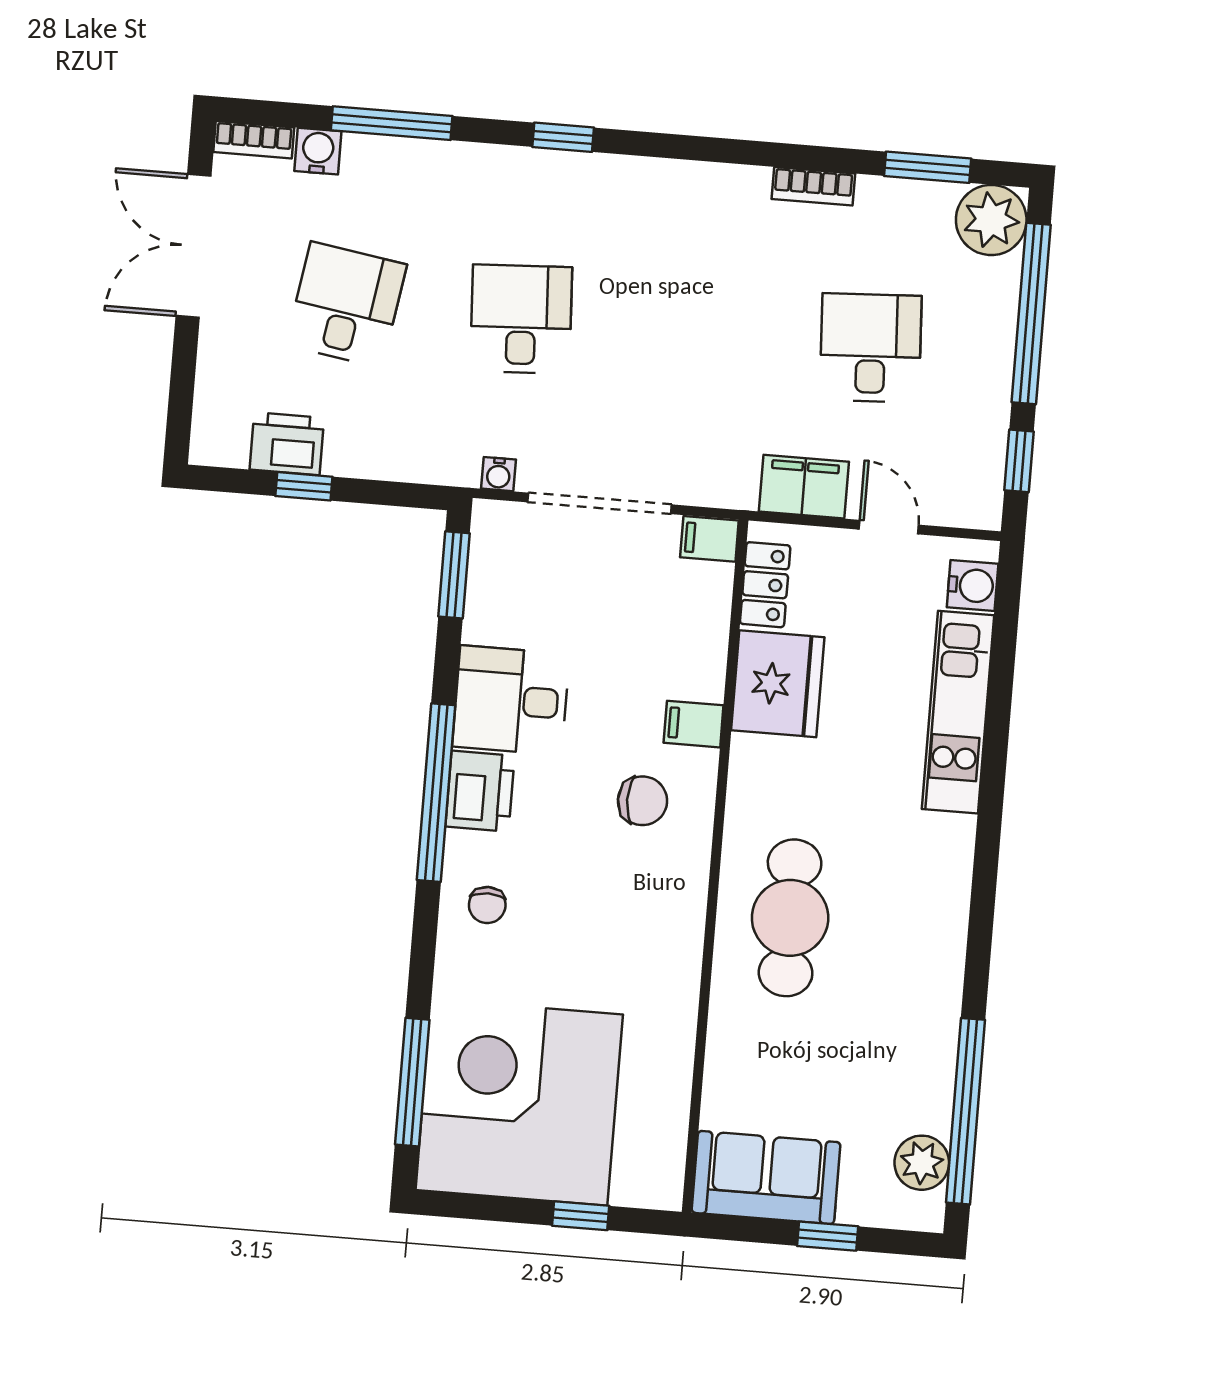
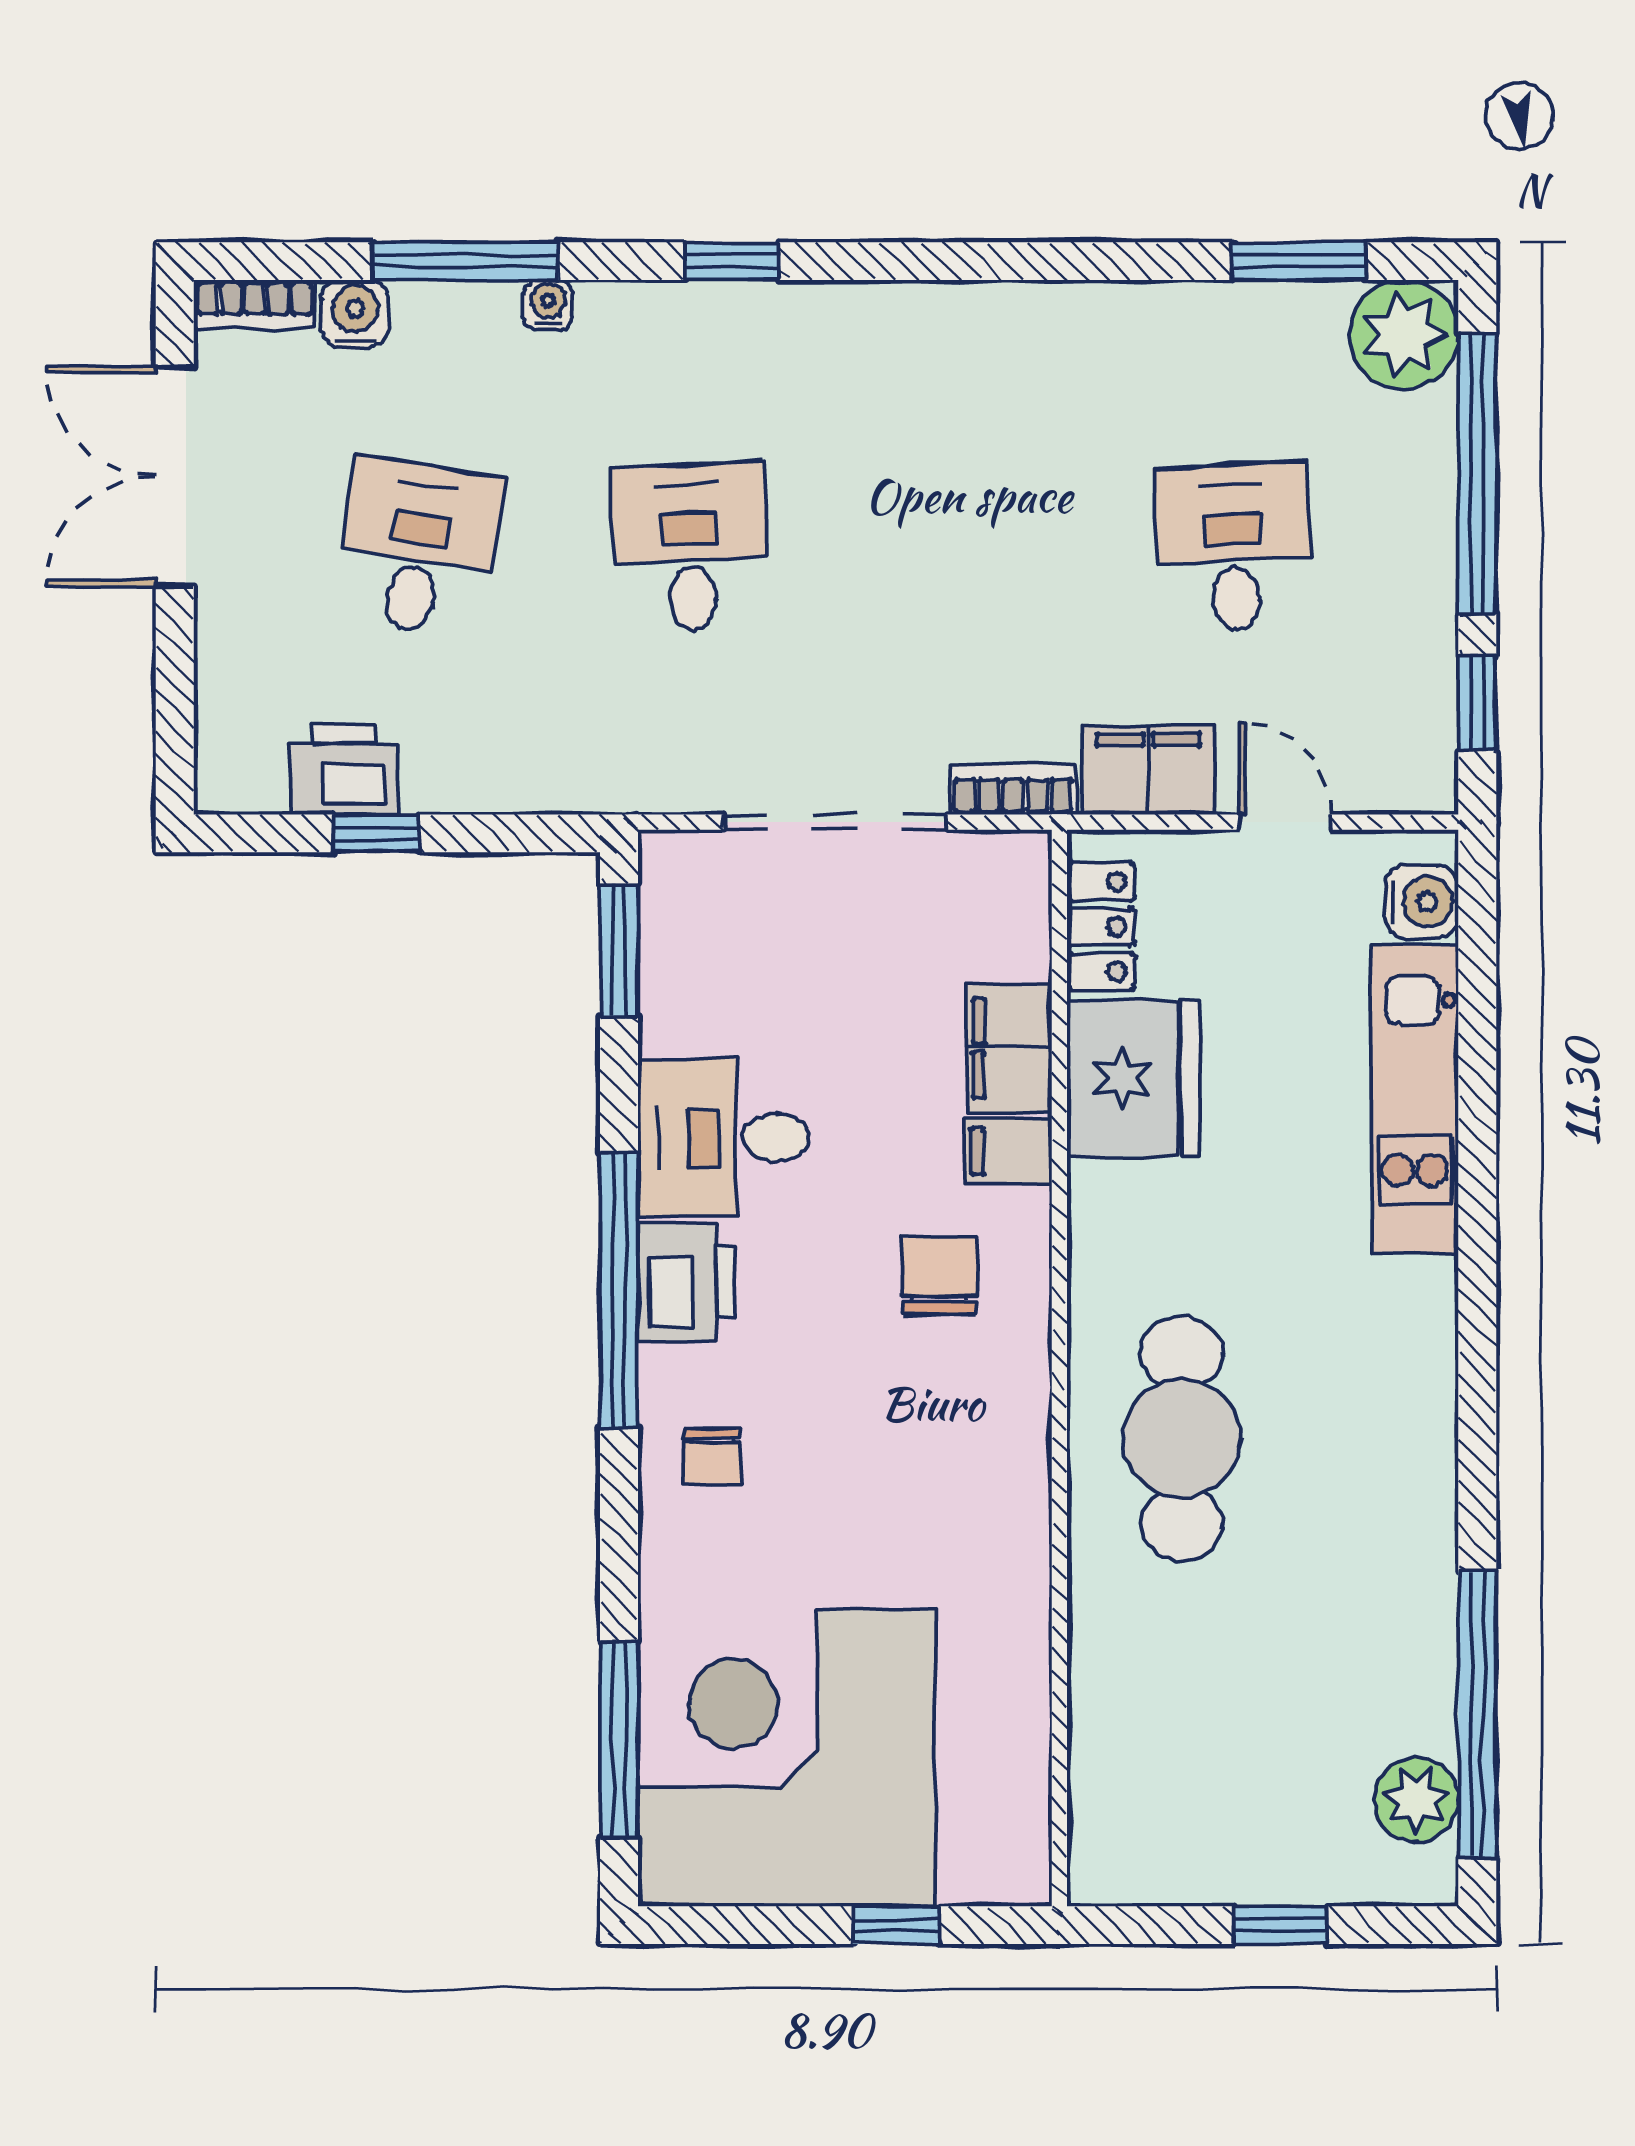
bookcase: (813, 186) -> (1013, 789), moved, turned 180
water cooler: (498, 474) -> (548, 305), moved, turned 180
filing cabinet: (709, 539) -> (1009, 1048), moved, width x2.00
chair: (643, 801) -> (939, 1276), turned -90
sofa: (766, 1177) -> (1178, 1842), removed

